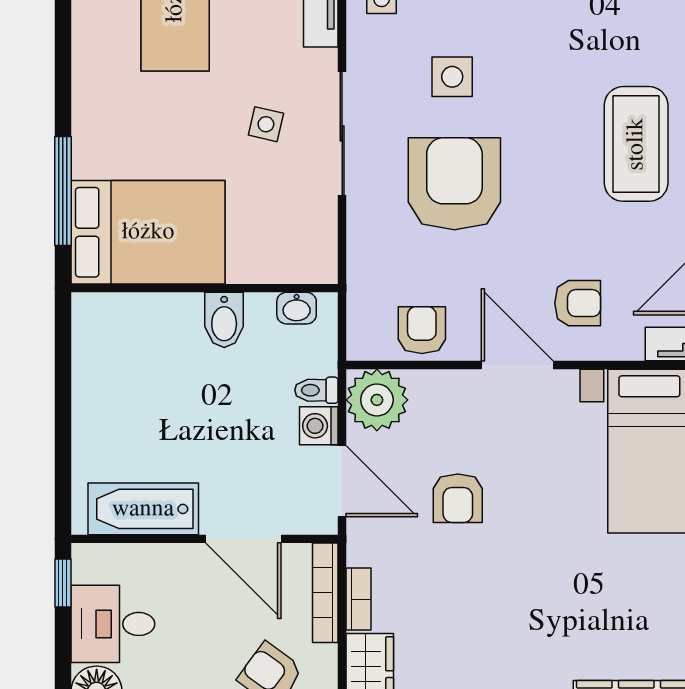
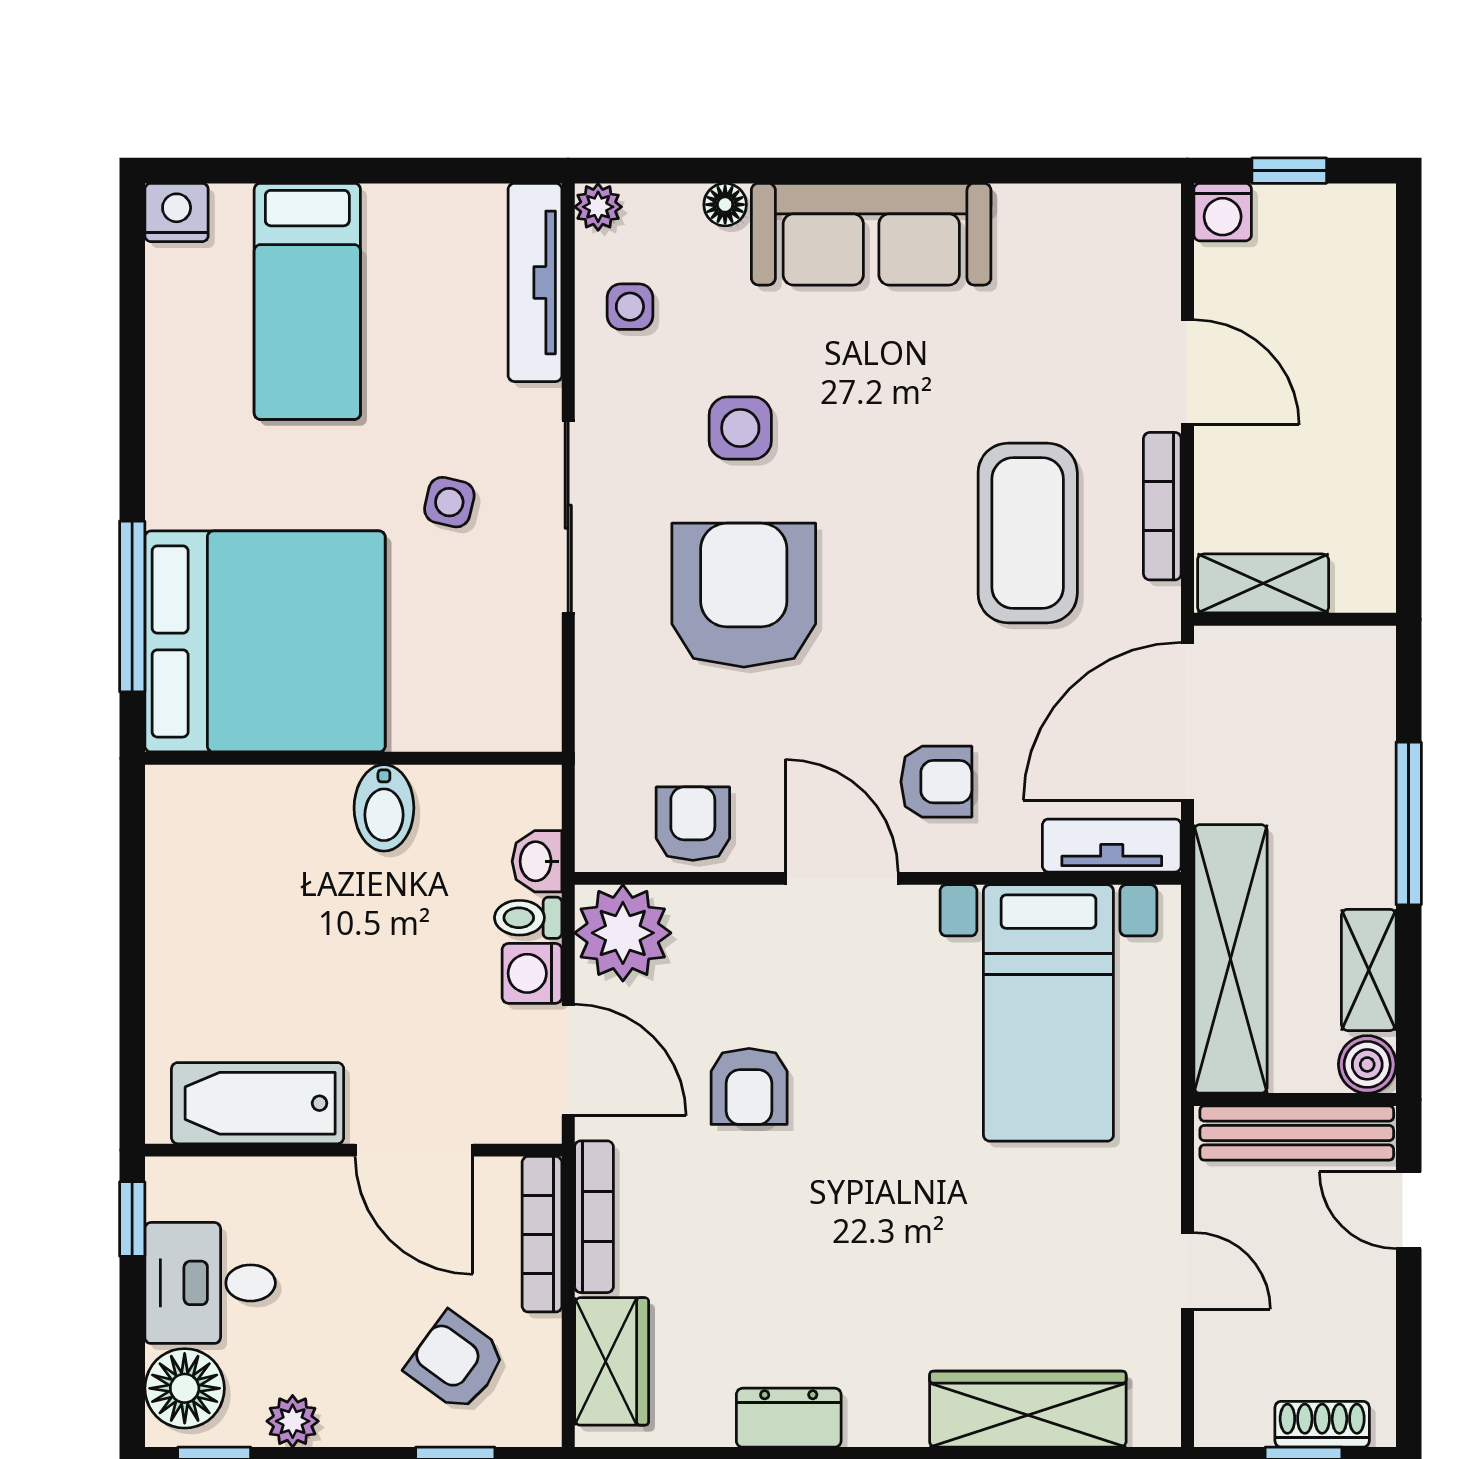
bed: (148, 232) -> (265, 641), width x1.36
washbasin: (297, 308) -> (537, 861), moved, turned 90
bookcase: (359, 599) -> (594, 1217), width x1.56

